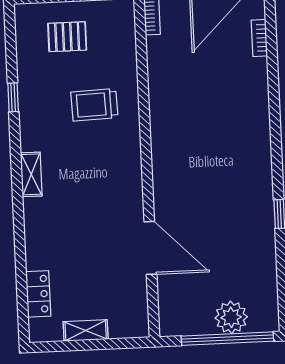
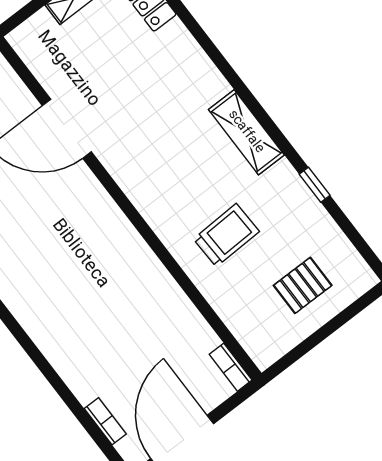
shelving: (31, 174) -> (246, 132), width x1.50, depth x1.33

